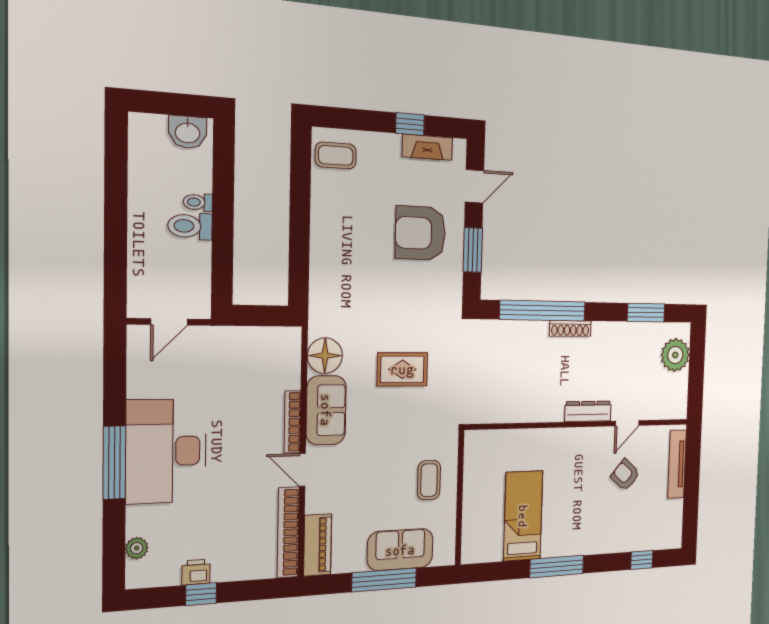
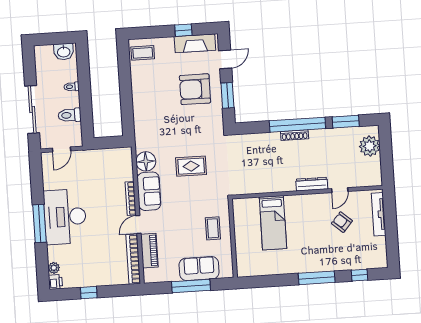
fireplace: (427, 147) -> (195, 43), width x1.37, depth x1.32
toilet: (190, 226) -> (70, 115), moved
sliding door: (116, 238) -> (32, 109), added
window: (543, 311) -> (297, 125), moved
door: (302, 470) -> (138, 225), hinge flipped
bed: (523, 516) -> (273, 223), moved, turned 180
piano: (318, 545) -> (149, 251), moved
window: (557, 567) -> (317, 278), moved
printer: (196, 572) -> (55, 282), moved, turned 90

